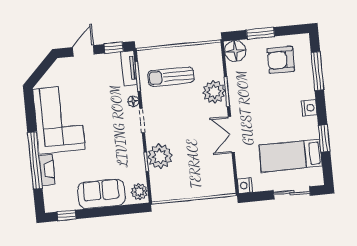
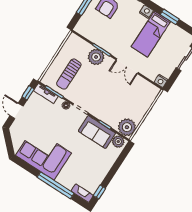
floor lamp: (235, 51) -> (83, 28), removed
plant: (160, 156) -> (127, 127), moved
bed: (291, 156) -> (151, 34), moved
fireplace: (47, 170) -> (82, 193), moved
sofa: (101, 194) -> (97, 132), moved, turned -90

